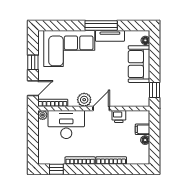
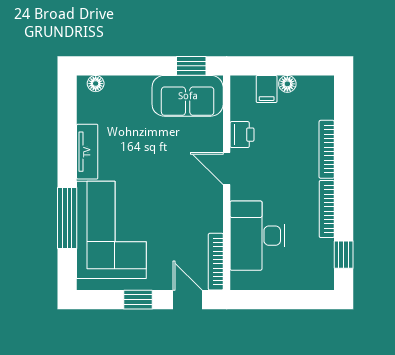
window: (101, 26) -> (67, 218), moved
sofa: (139, 64) -> (188, 96), moved
plant: (84, 100) -> (210, 201), removed
plant: (43, 115) -> (239, 281), removed

